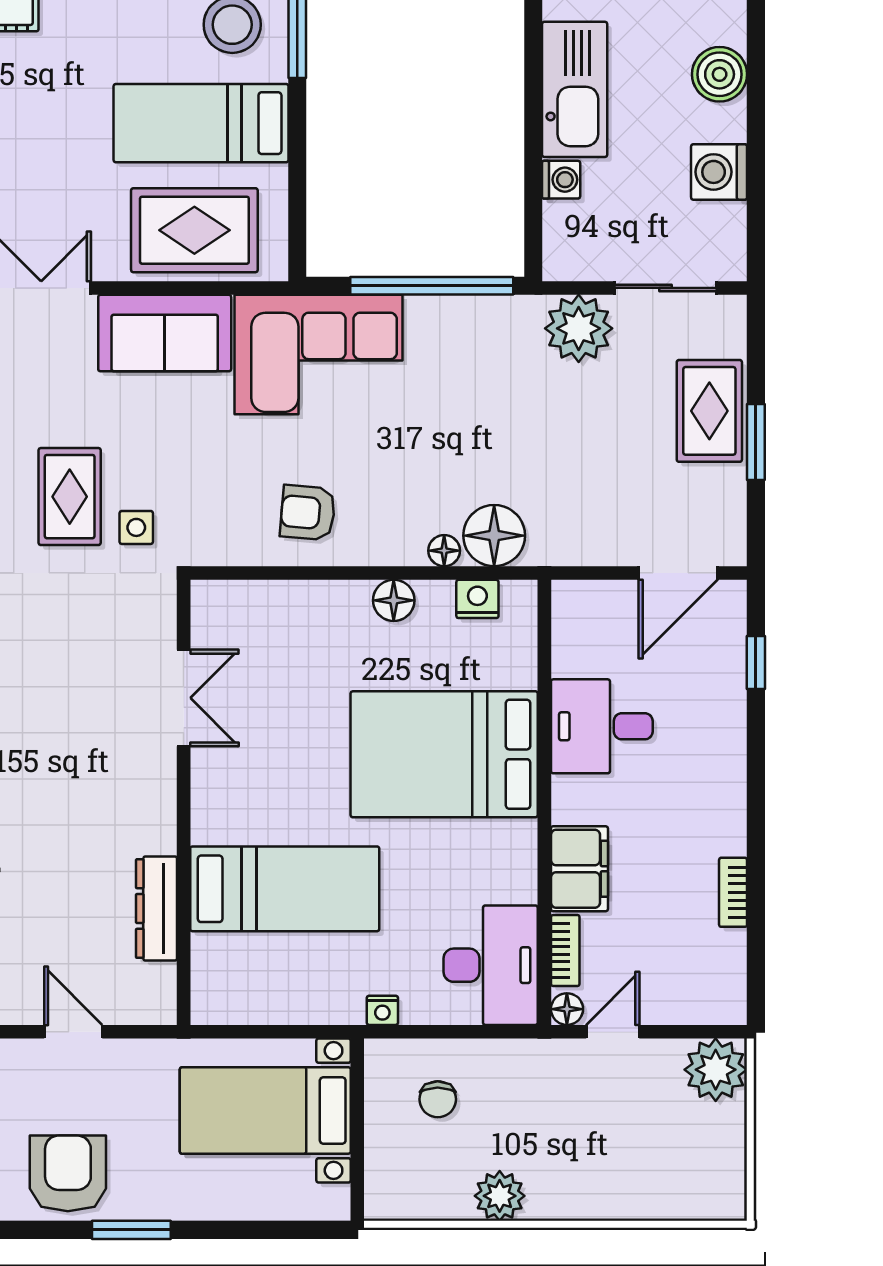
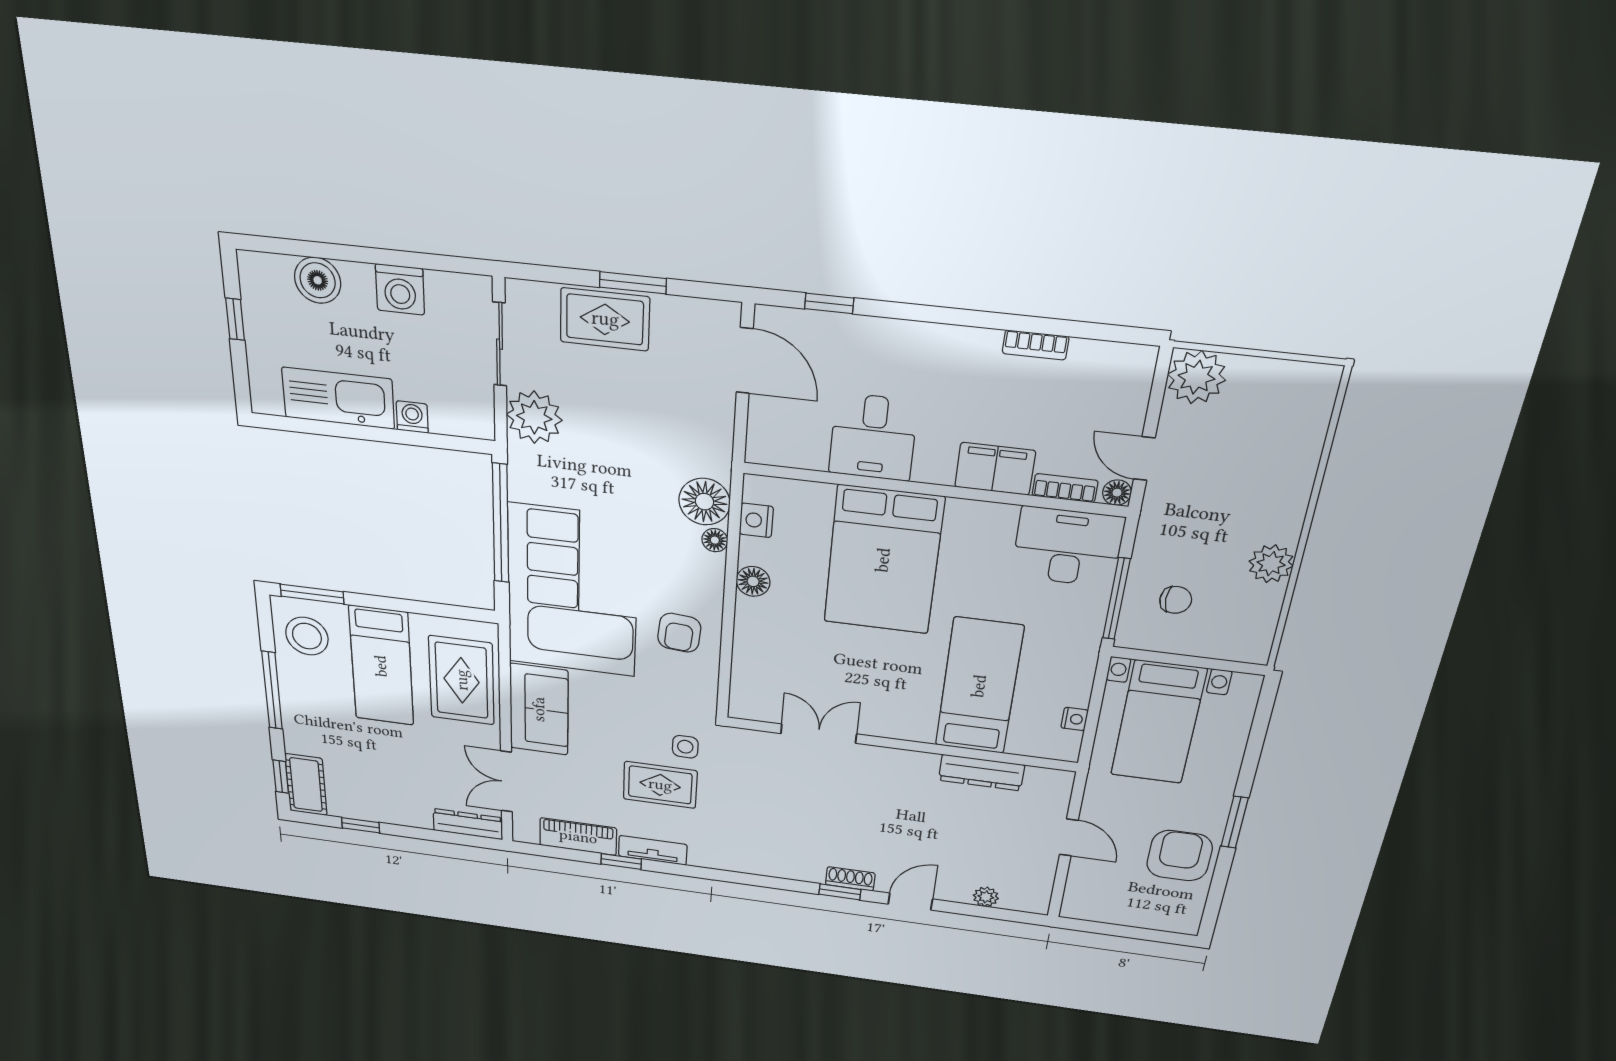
corner sofa: (318, 355) -> (572, 591), width x1.36, depth x1.36
nightstand: (382, 1010) -> (1075, 719), moved
door: (73, 1032) -> (1069, 837), swing flipped
window: (430, 1032) -> (1116, 599), added
armchair: (68, 1173) -> (1180, 856), turned 90

